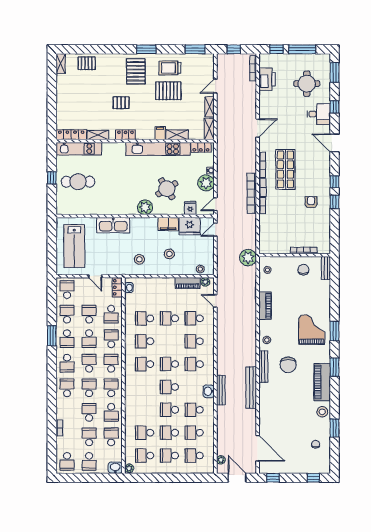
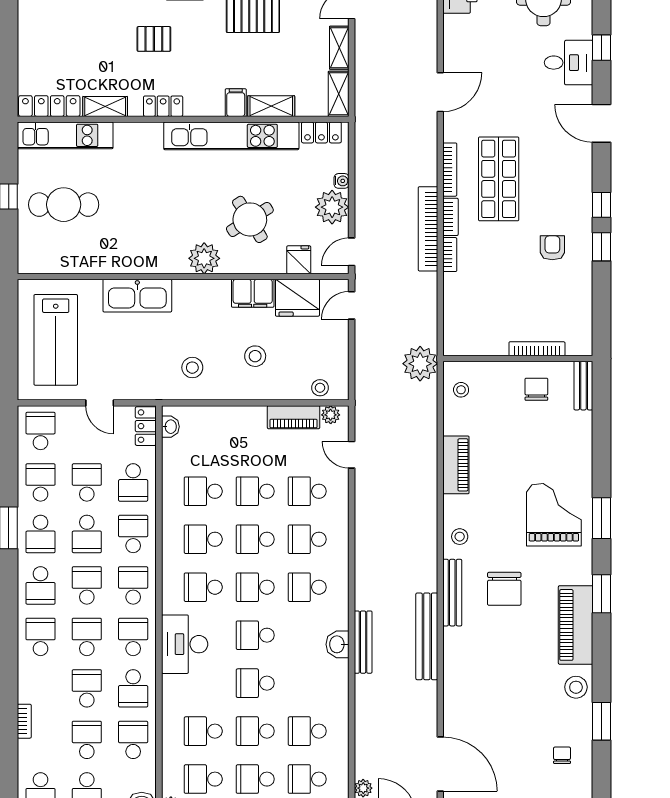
desk: (136, 391) -> (185, 644), added
school desk: (194, 410) -> (255, 539), moved

